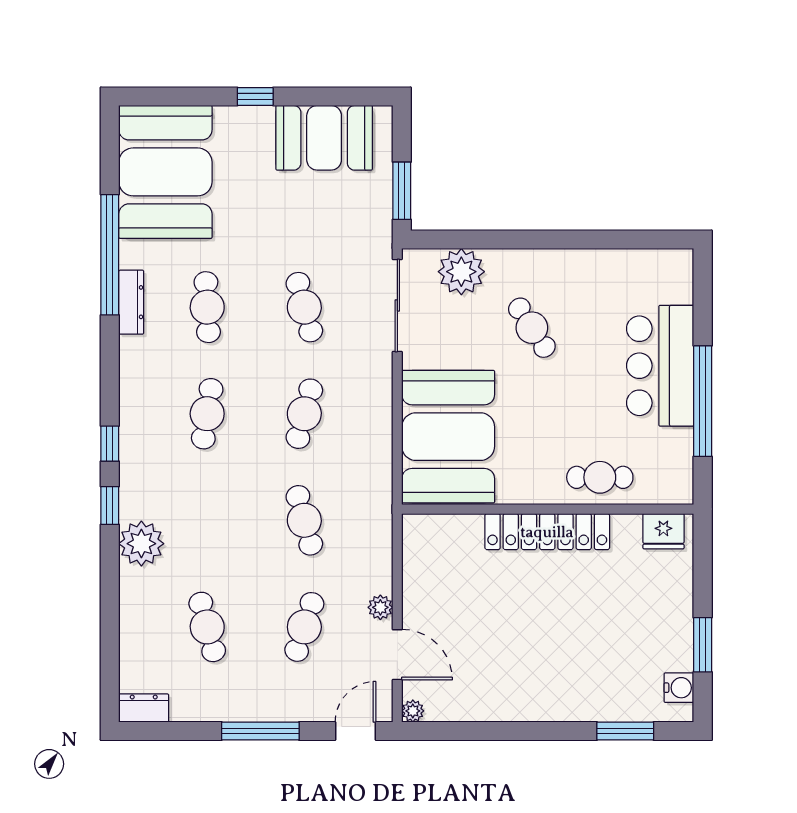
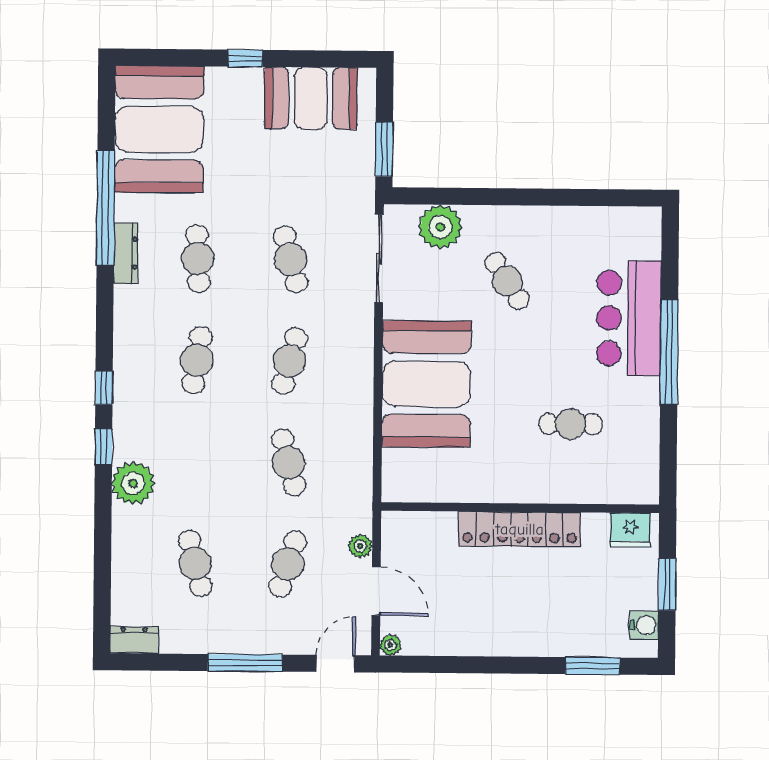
wall: (548, 509) -> (520, 508), moved
fridge: (663, 531) -> (630, 530), moved
locker: (547, 532) -> (520, 529), moved

